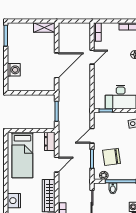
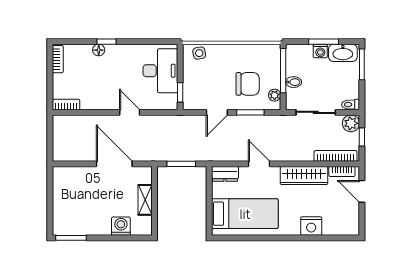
shelving: (44, 28) -> (145, 200), moved
door: (92, 57) -> (130, 112), moved
door: (92, 136) -> (217, 112), hinge flipped
chair: (112, 157) -> (248, 84), turned -82

